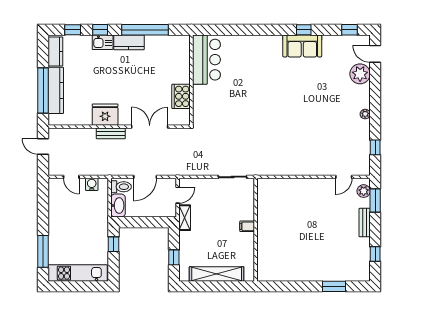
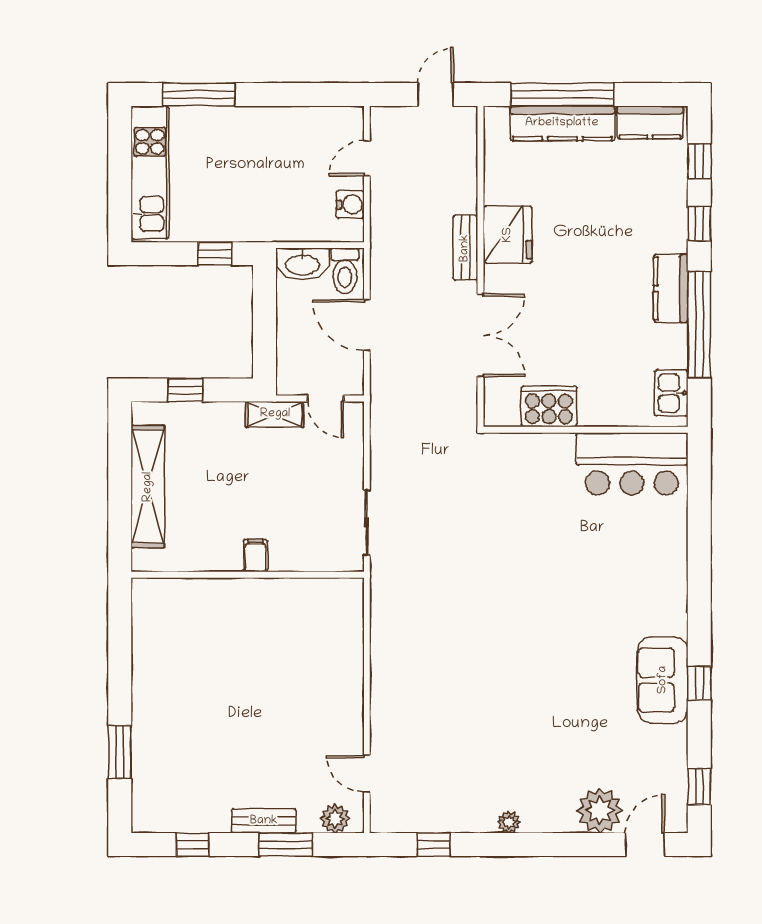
kitchen sink: (103, 42) -> (671, 393), moved
window: (375, 201) -> (286, 845), moved

